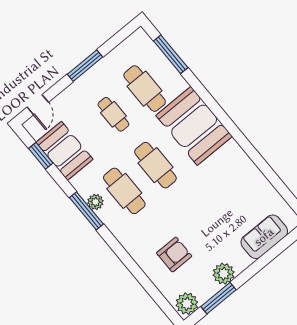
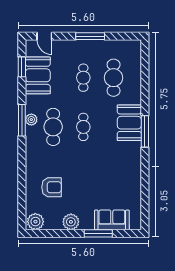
window: (171, 54) -> (145, 131), moved
door: (38, 105) -> (44, 36), hinge flipped
booth: (194, 126) -> (129, 123), width x0.73, depth x0.70
cafe table: (155, 165) -> (83, 127), width x0.73, depth x0.74
window: (218, 298) -> (98, 233), moved

